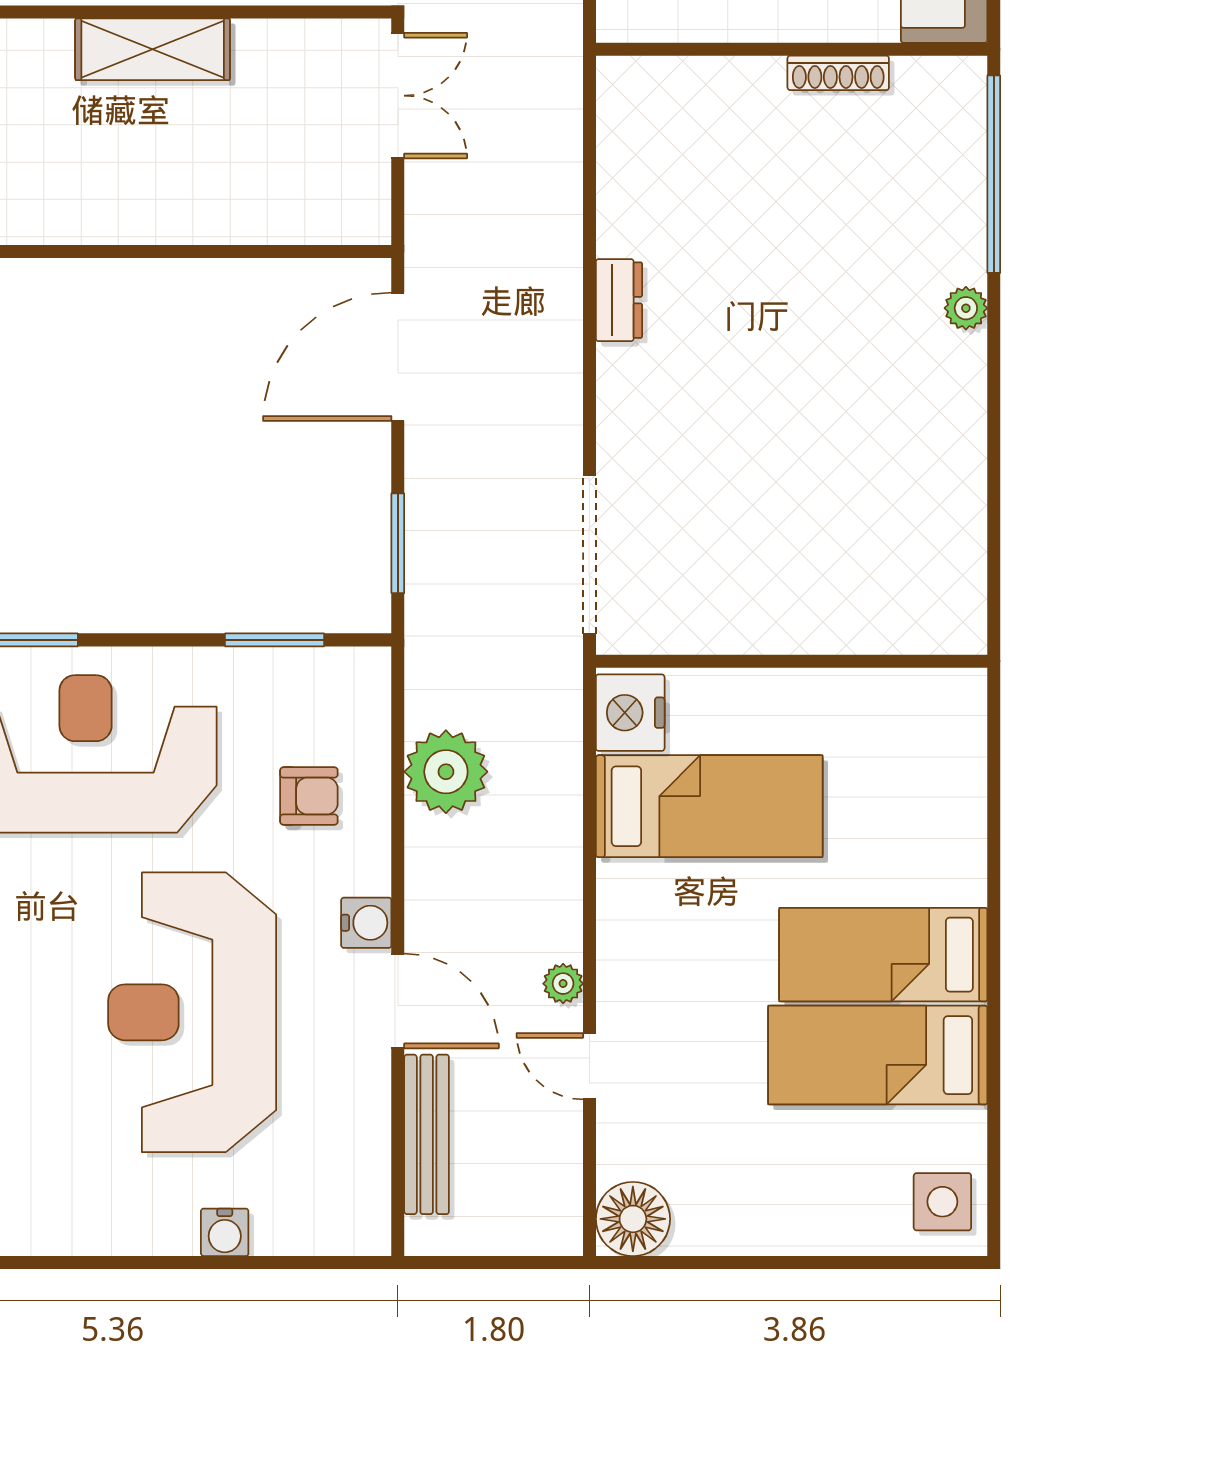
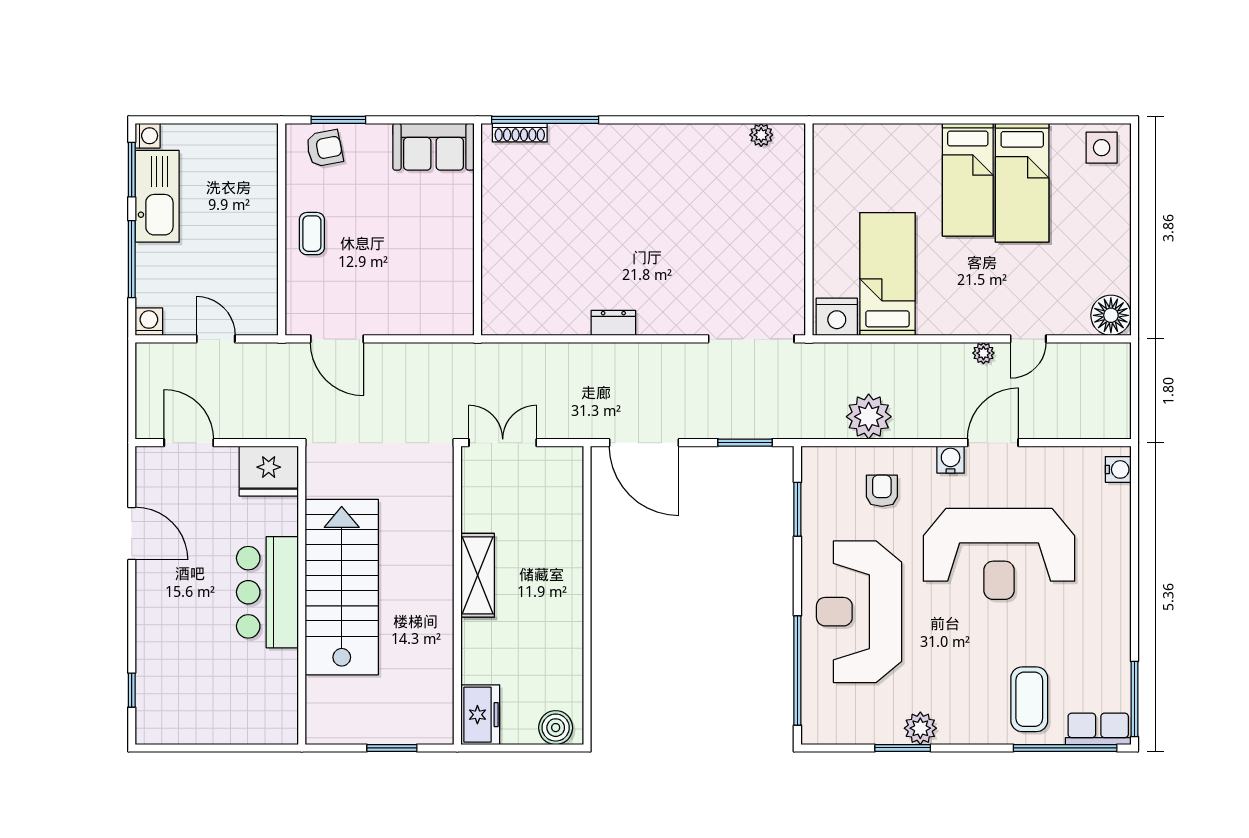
shoe rack: (838, 73) -> (520, 133), moved, turned 90
plant: (966, 308) -> (761, 135), moved
bench: (427, 1134) -> (1065, 427), removed
water cooler: (225, 1232) -> (1118, 469), moved

